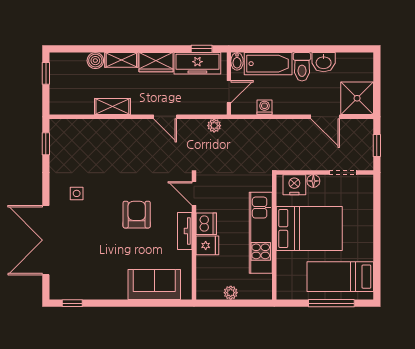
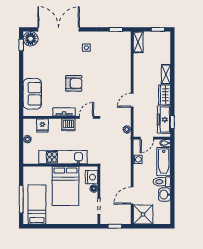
boiler: (95, 61) -> (165, 59), removed
door: (229, 92) -> (147, 138), hinge flipped
shelving: (112, 107) -> (138, 42), moved
fridge: (207, 245) -> (42, 125), moved
floor lamp: (62, 287) -> (31, 39), added

